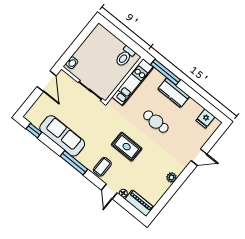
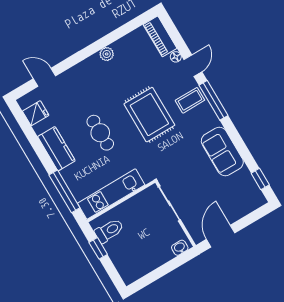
window: (128, 42) -> (98, 248), added
kitchen counter: (174, 93) -> (56, 149), moved
sofa: (62, 136) -> (222, 151), width x0.73
rug: (127, 147) -> (149, 115), width x1.36, depth x1.43
door: (199, 157) -> (44, 77), moved
window: (74, 163) -> (213, 100), moved

